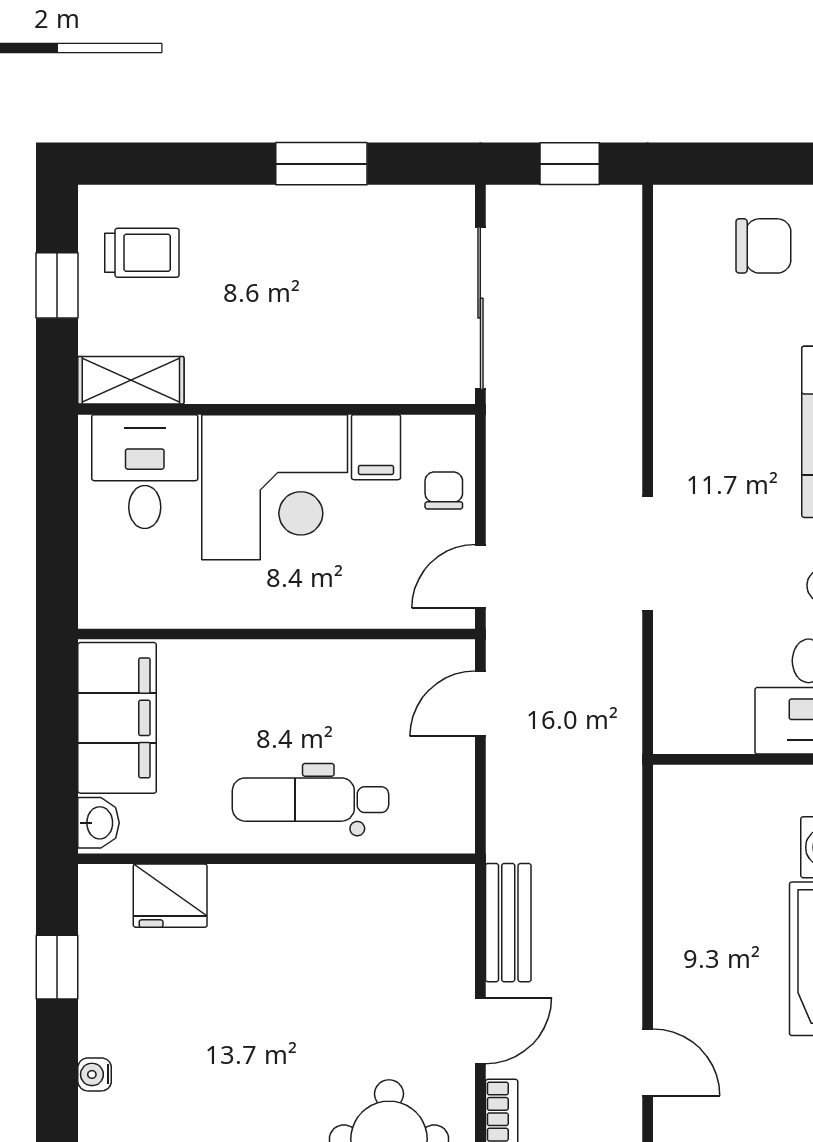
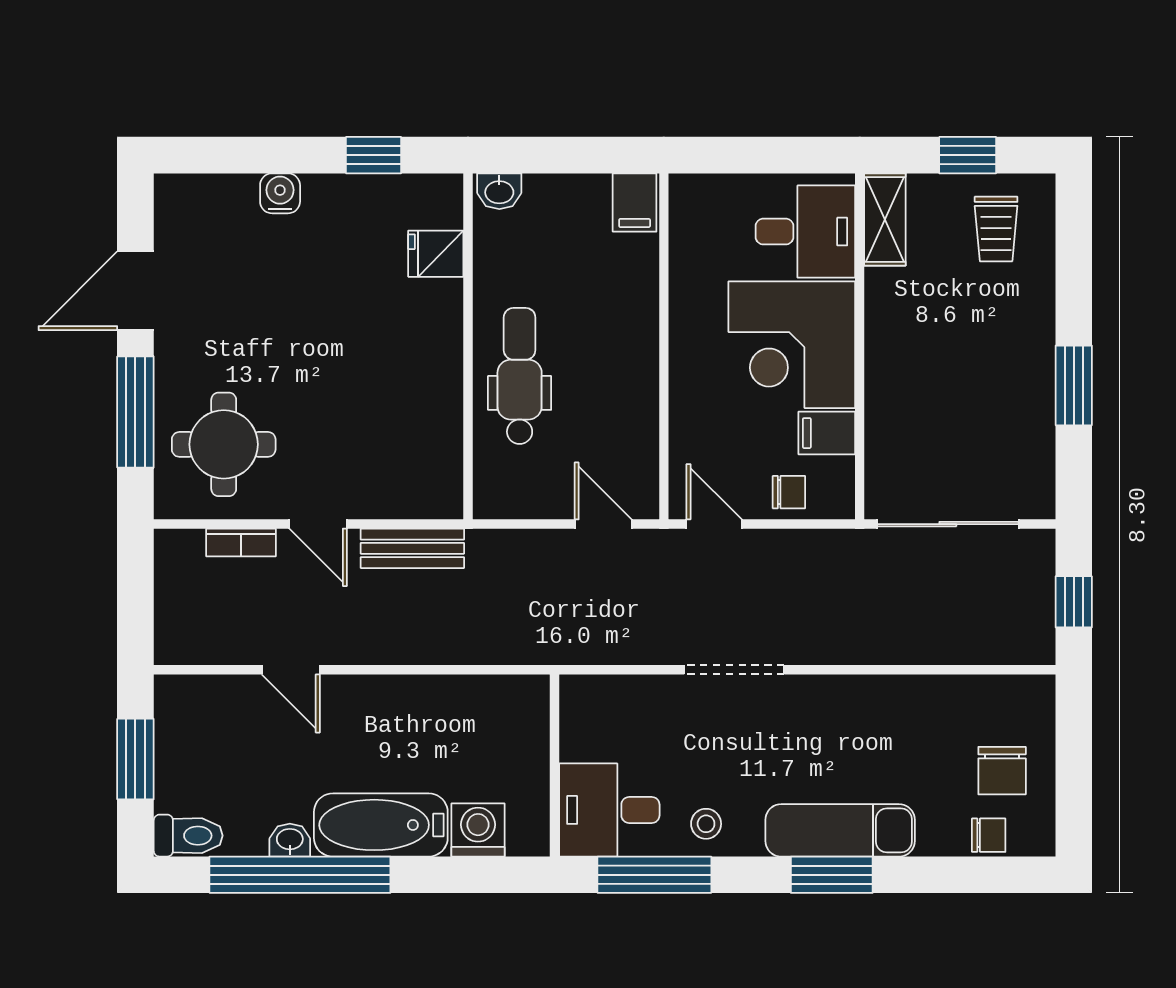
filing cabinet: (117, 718) -> (635, 203), width x0.33, depth x0.86
fridge: (170, 896) -> (436, 254), width x0.72
door: (648, 1062) -> (291, 670), hinge flipped
water cooler: (95, 1074) -> (280, 193), width x1.38, depth x1.38

